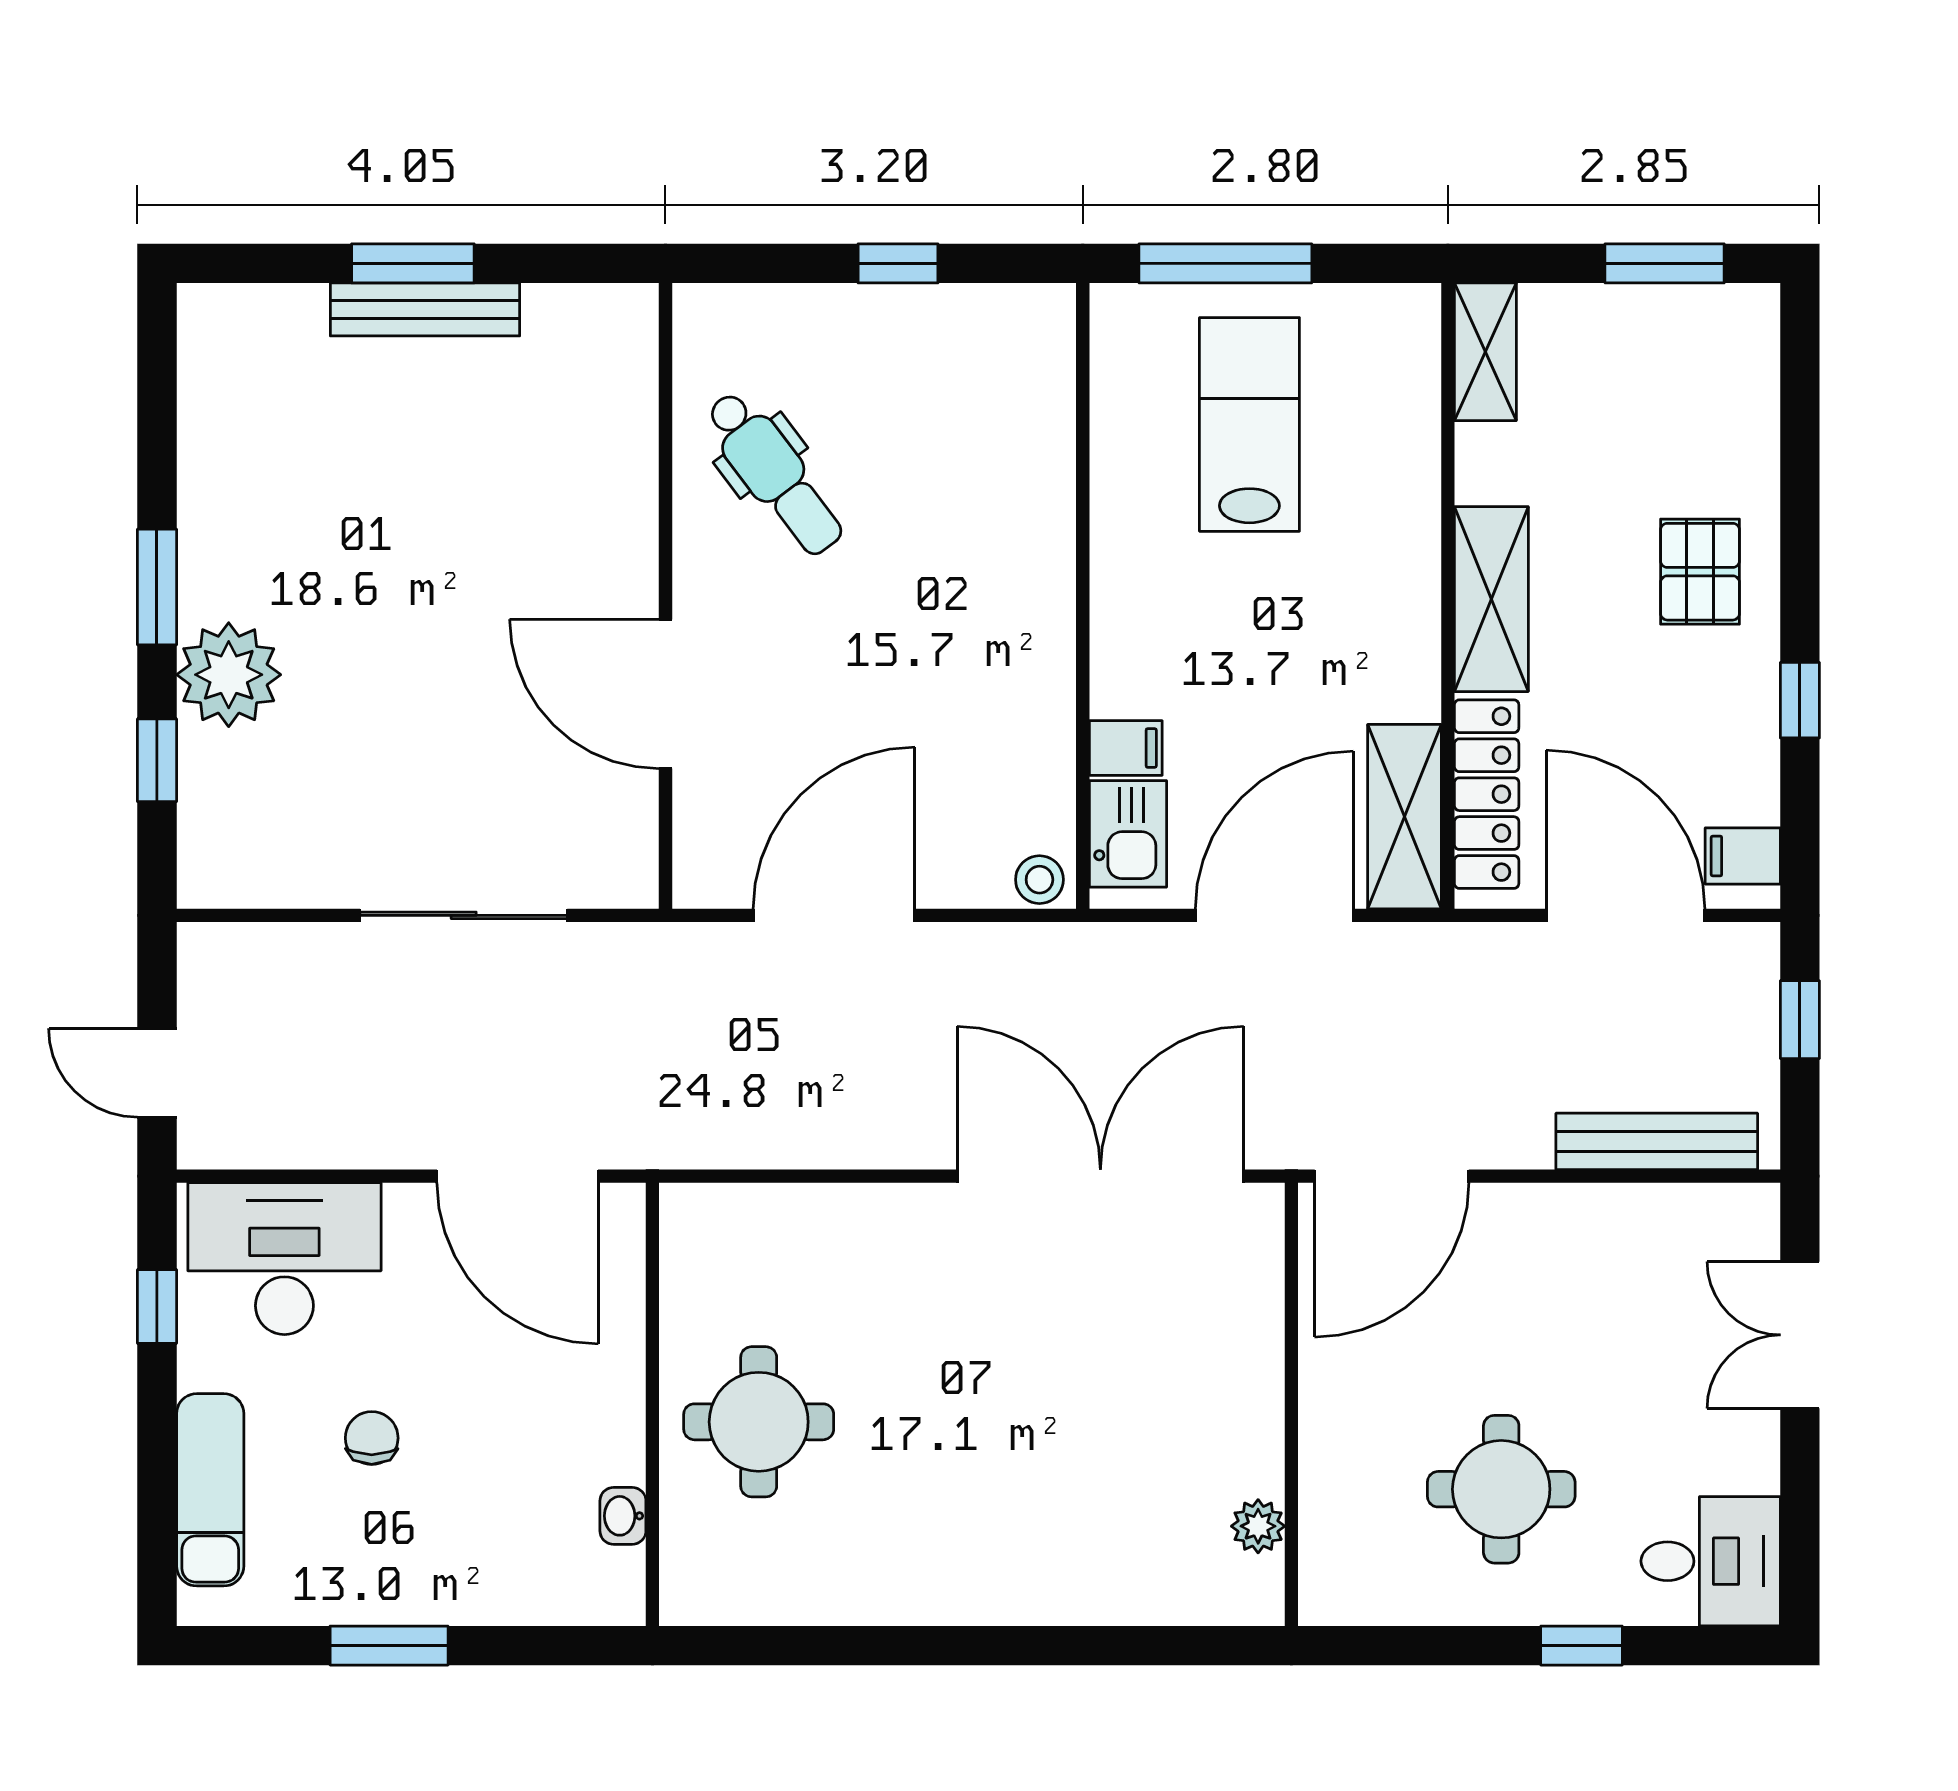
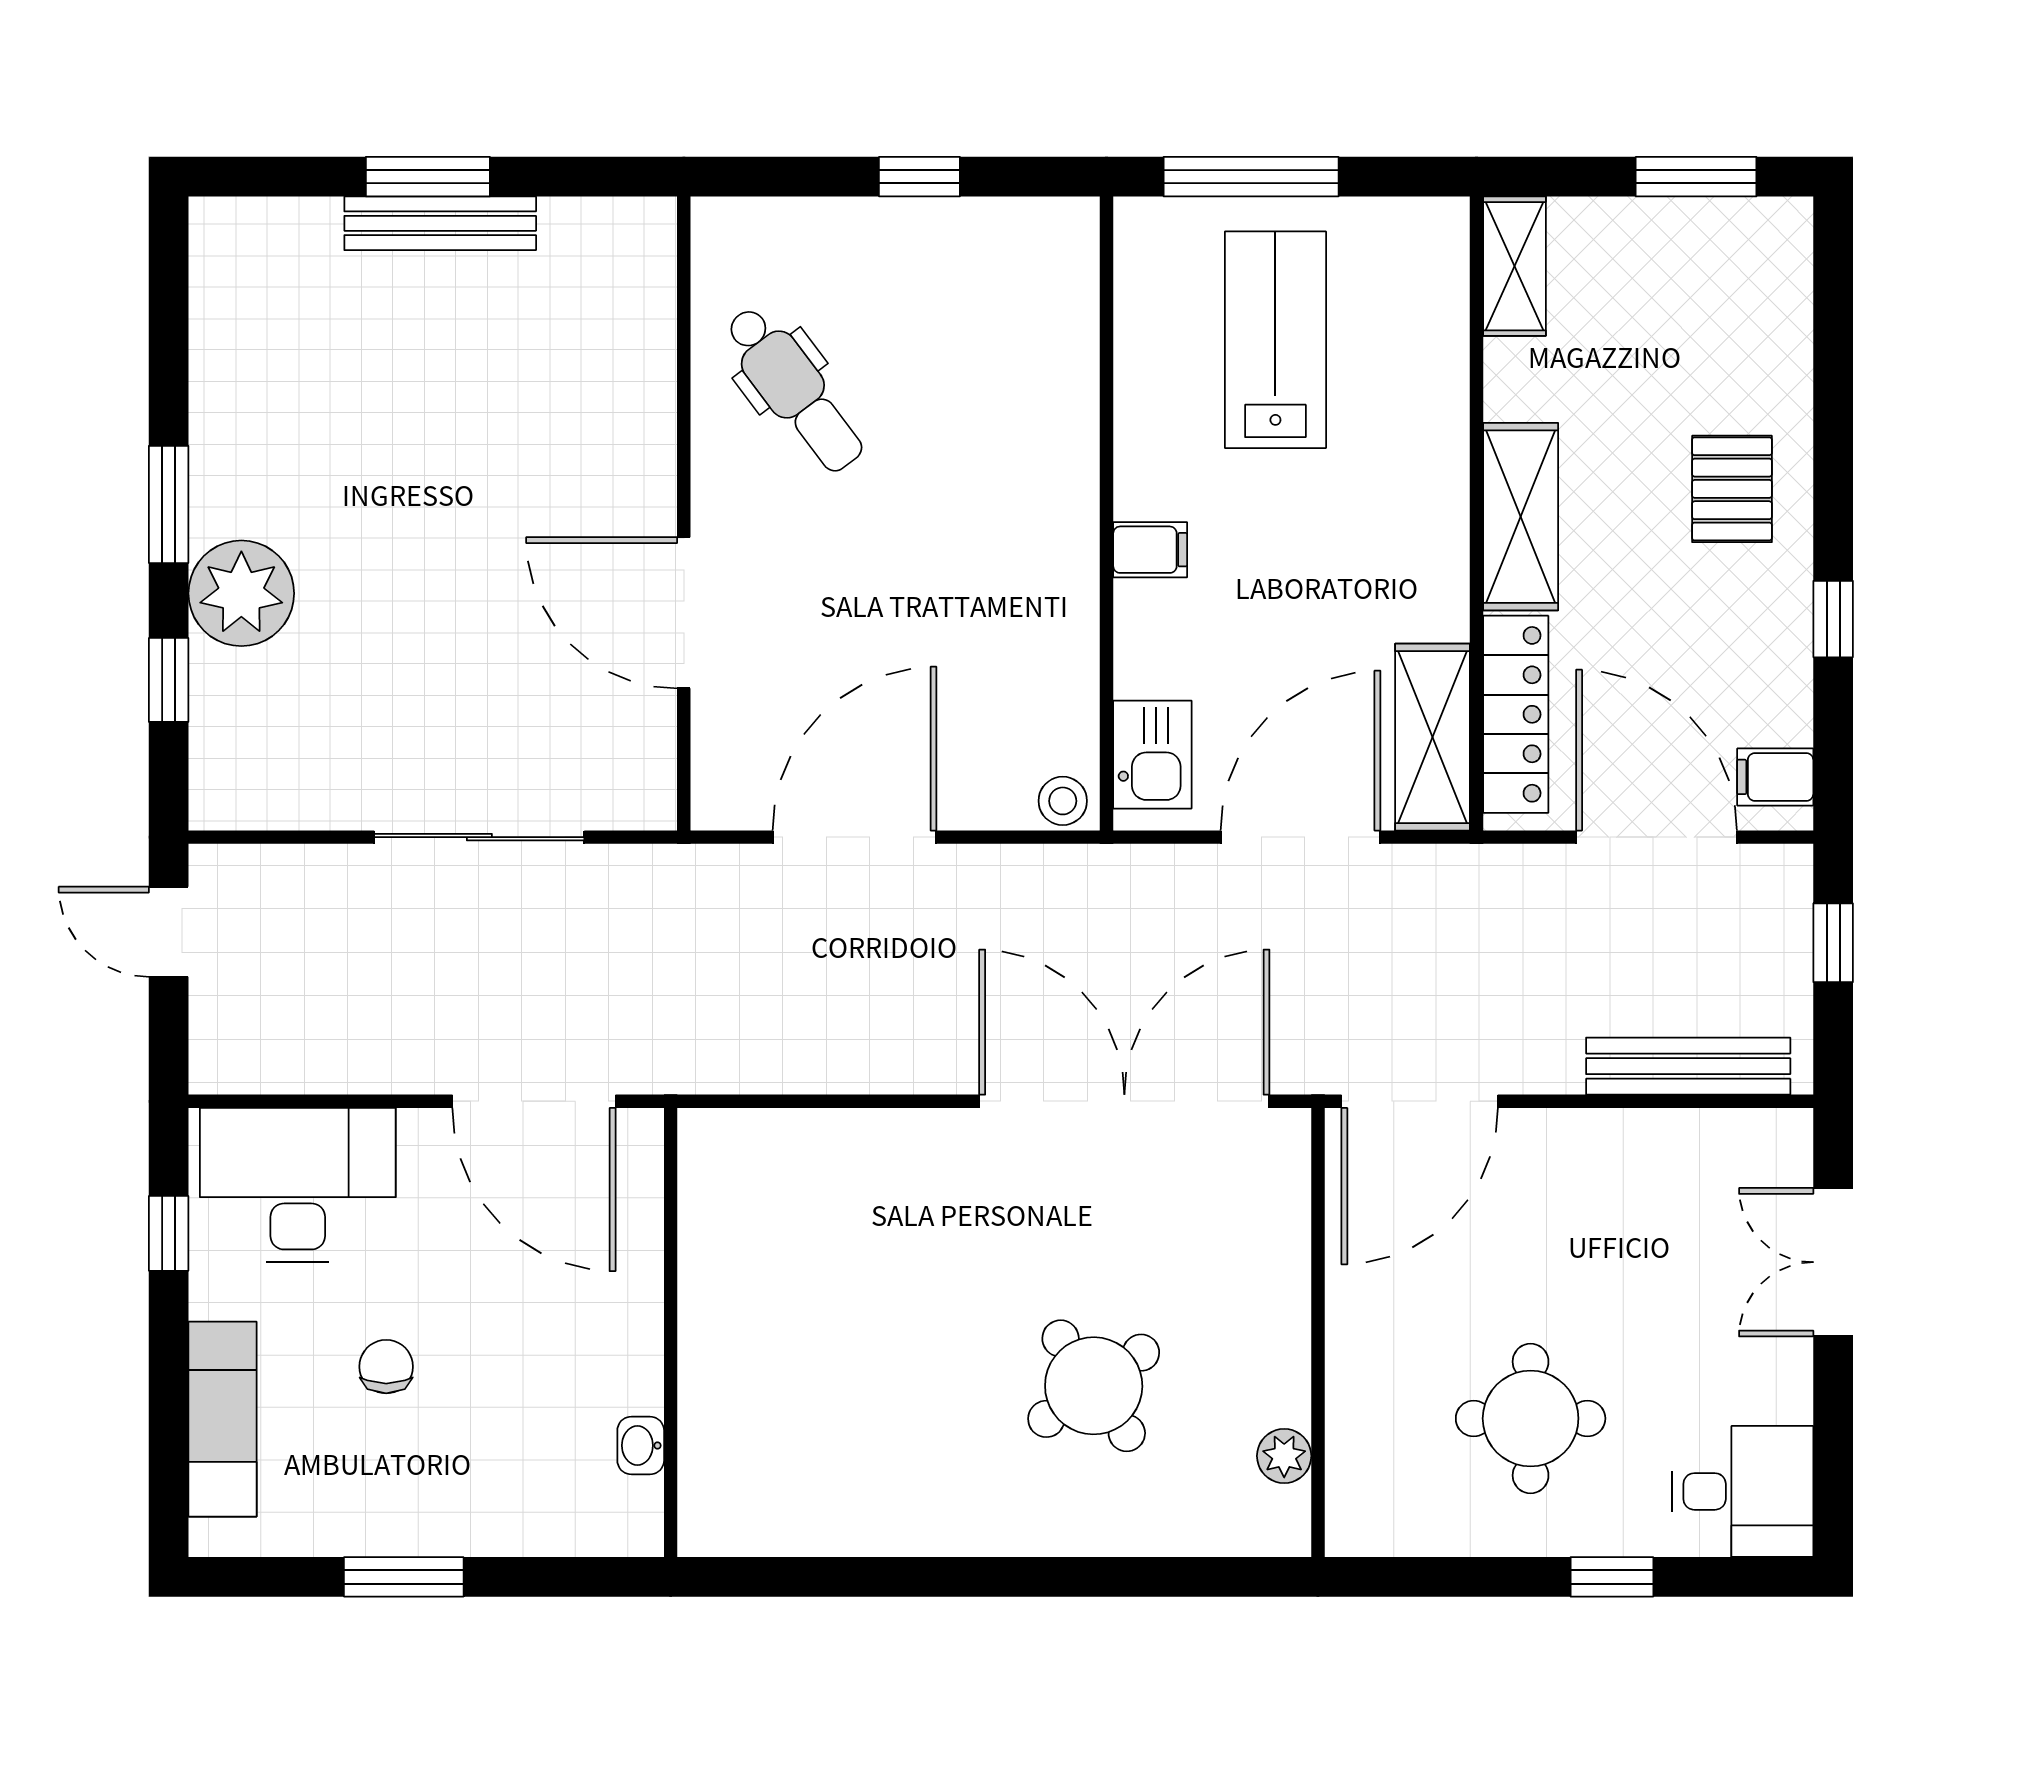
filing cabinet: (1126, 748) -> (1150, 550), moved
door: (157, 1073) -> (169, 932), moved
round table: (759, 1422) -> (1094, 1386), moved, turned -35

